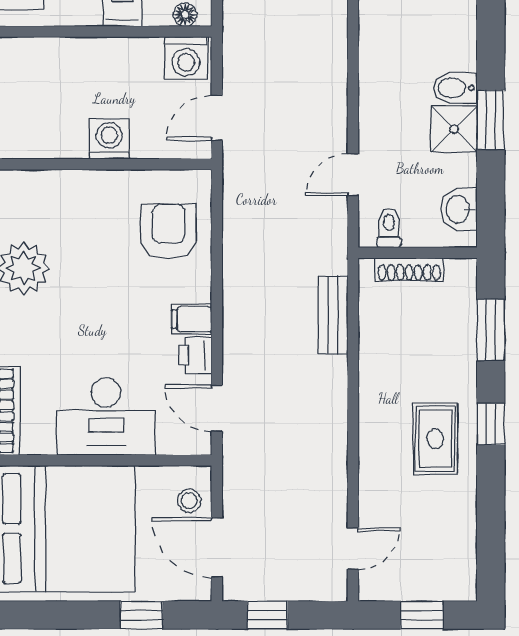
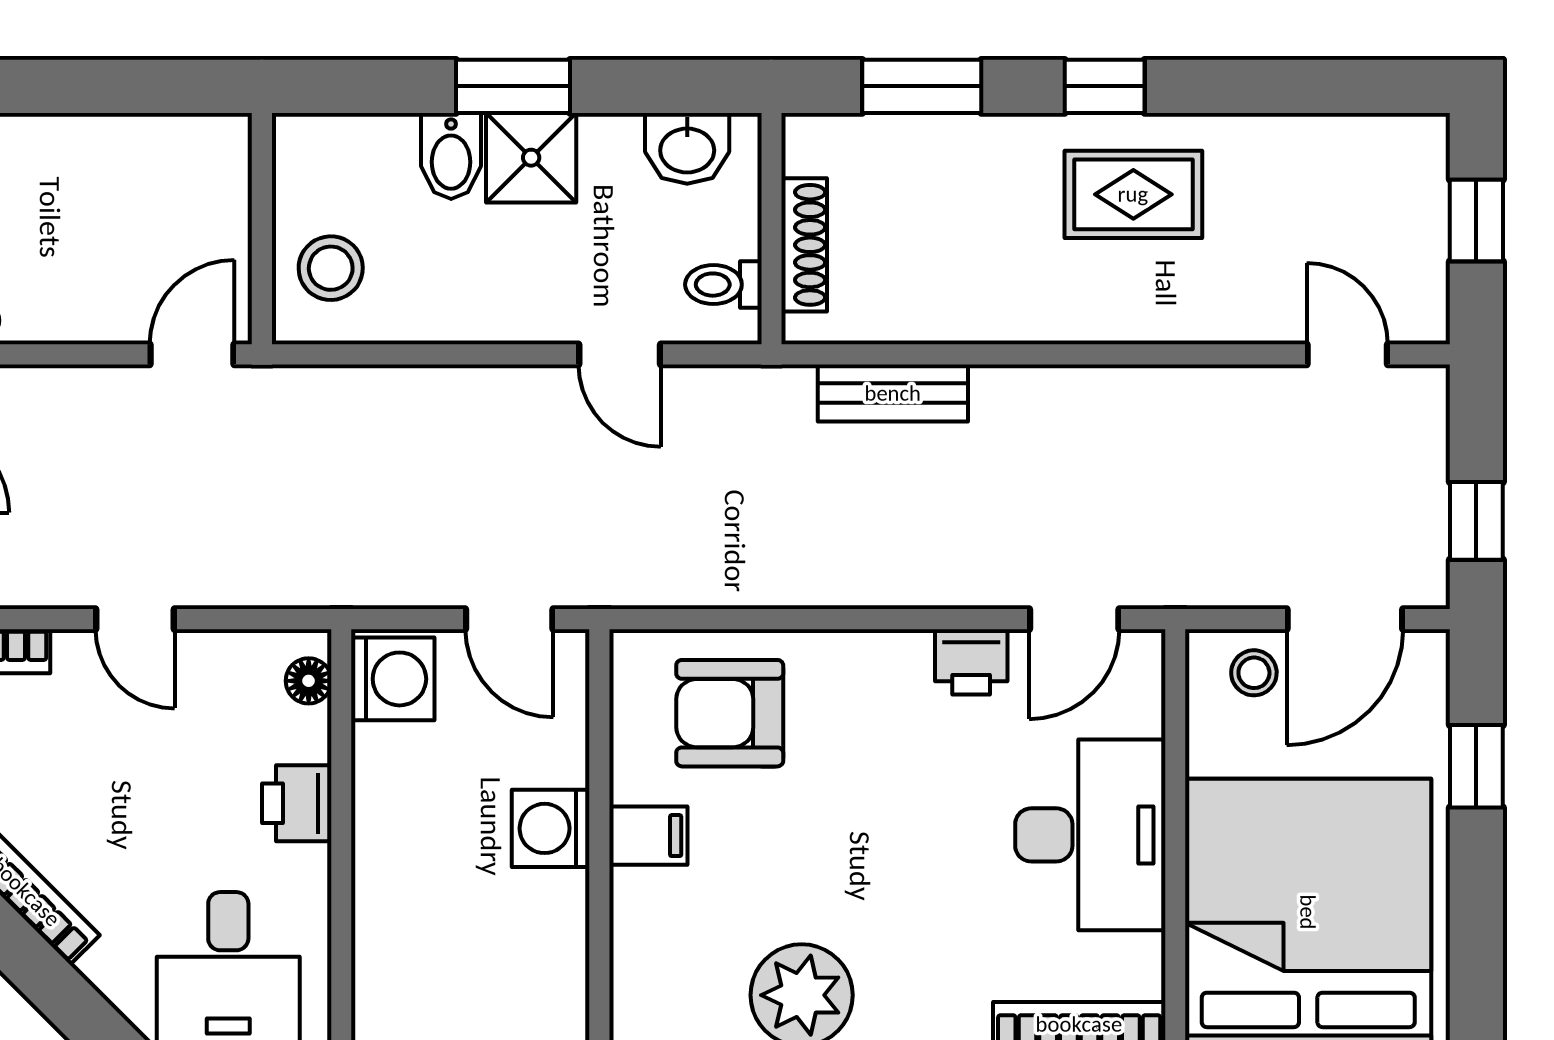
stool: (397, 26) -> (331, 268), added
filing cabinet: (192, 319) -> (648, 836), moved, turned -90

